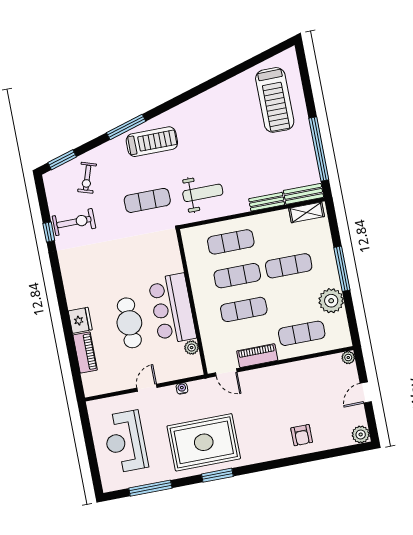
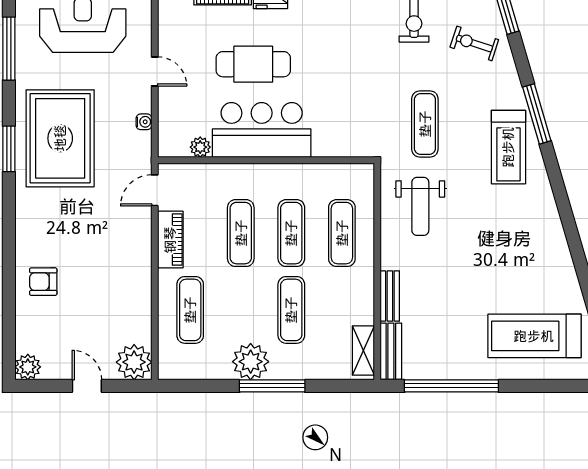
plant: (331, 301) -> (251, 362), moved
plant: (348, 358) -> (134, 362), width x1.87, depth x1.87

